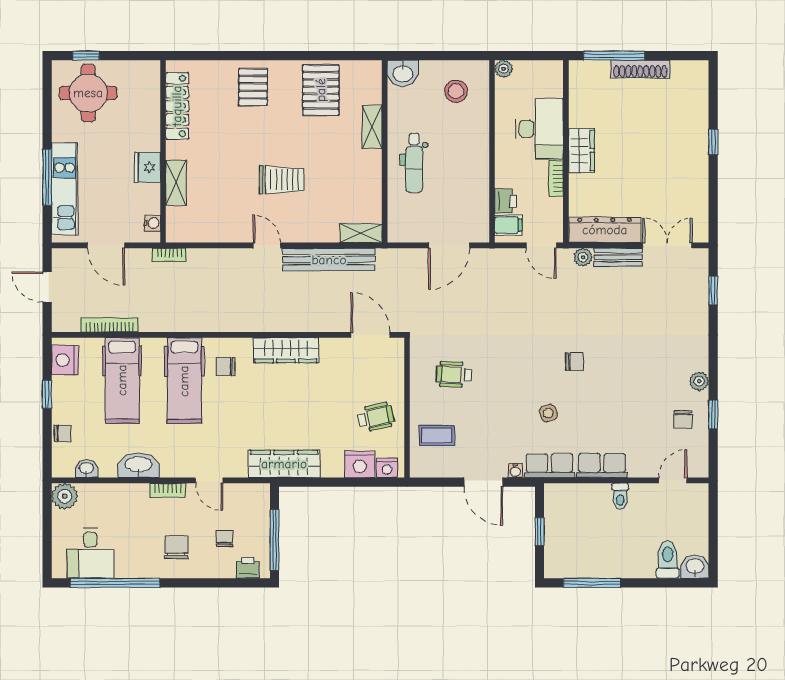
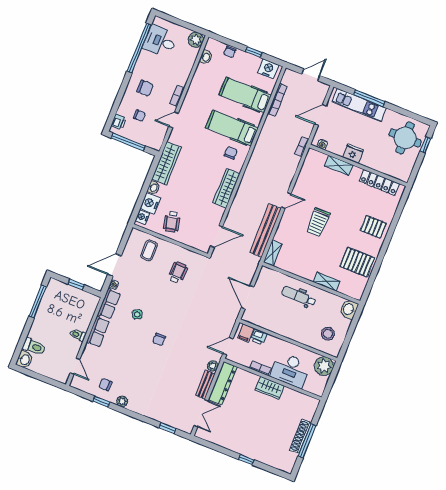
window: (614, 56) -> (307, 441), moved
plant: (504, 69) -> (324, 366), width x1.88, depth x1.88
washbasin: (138, 465) -> (153, 188), moved, width x0.52, depth x0.69

